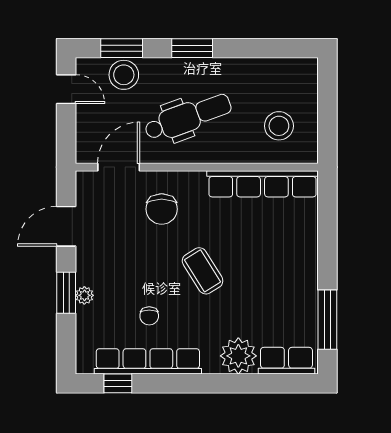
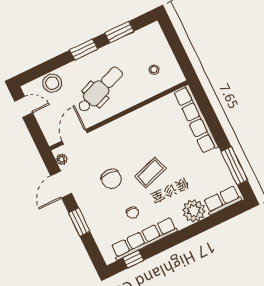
window: (122, 48) -> (119, 32), moved
stool: (279, 126) -> (154, 70), width x0.53, depth x0.53
row of seats: (262, 184) -> (196, 119), moved, turned 90
chair: (162, 209) -> (111, 179), moved
coffee table: (203, 271) -> (150, 172), turned -76
plant: (84, 295) -> (62, 159), moved

